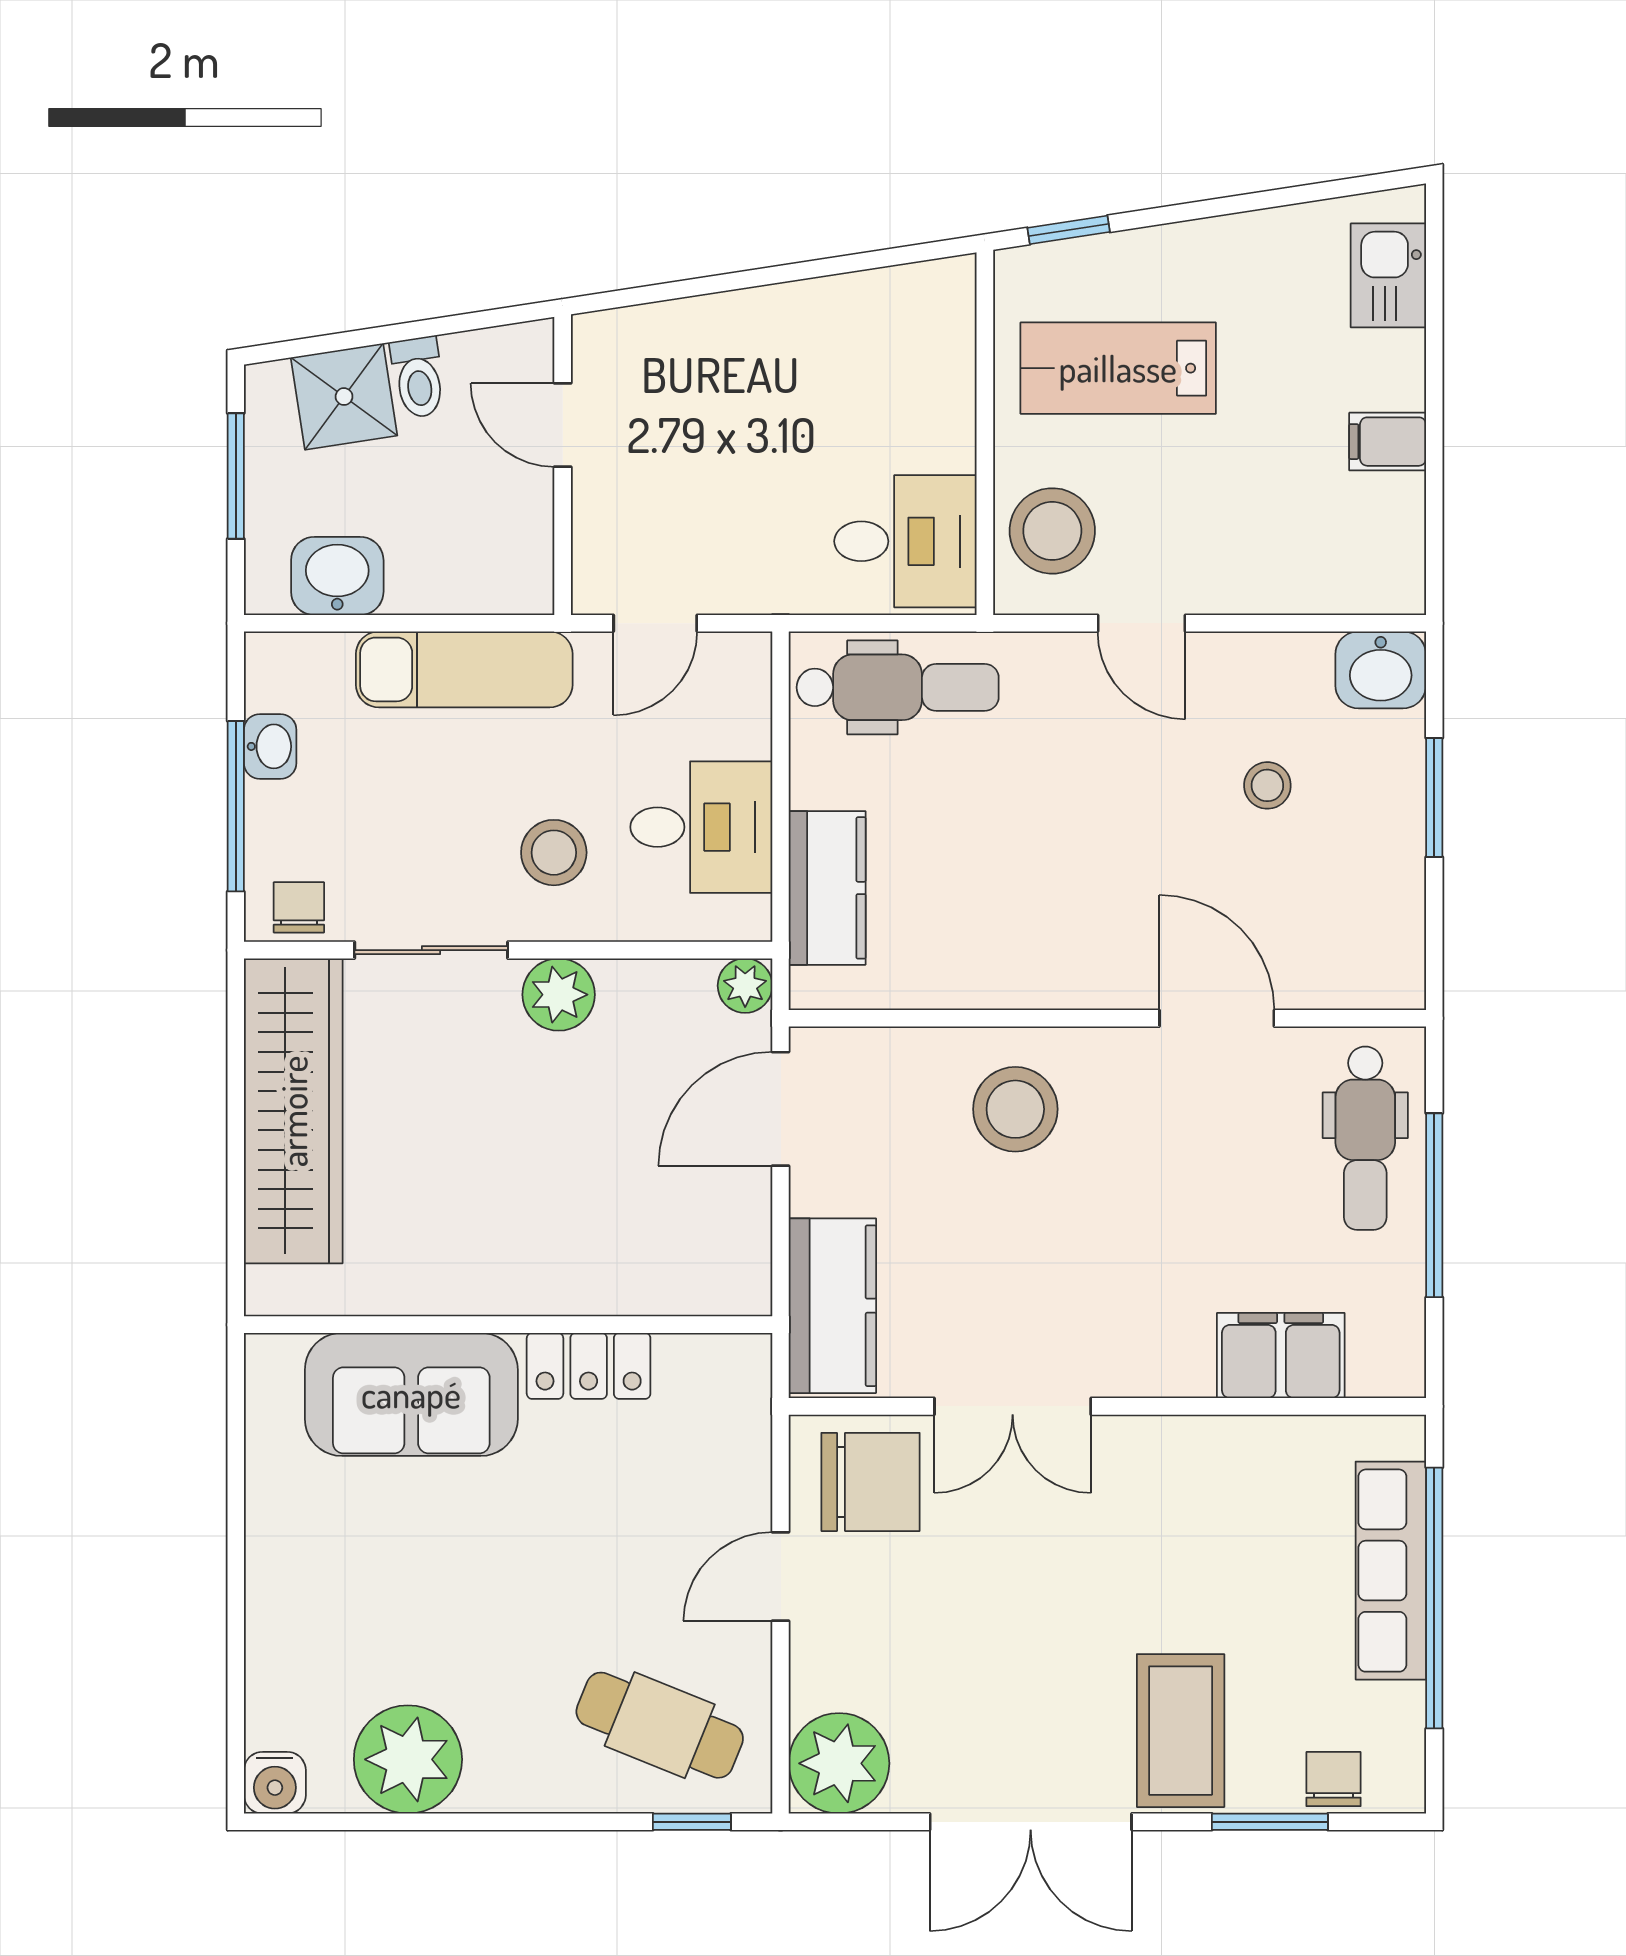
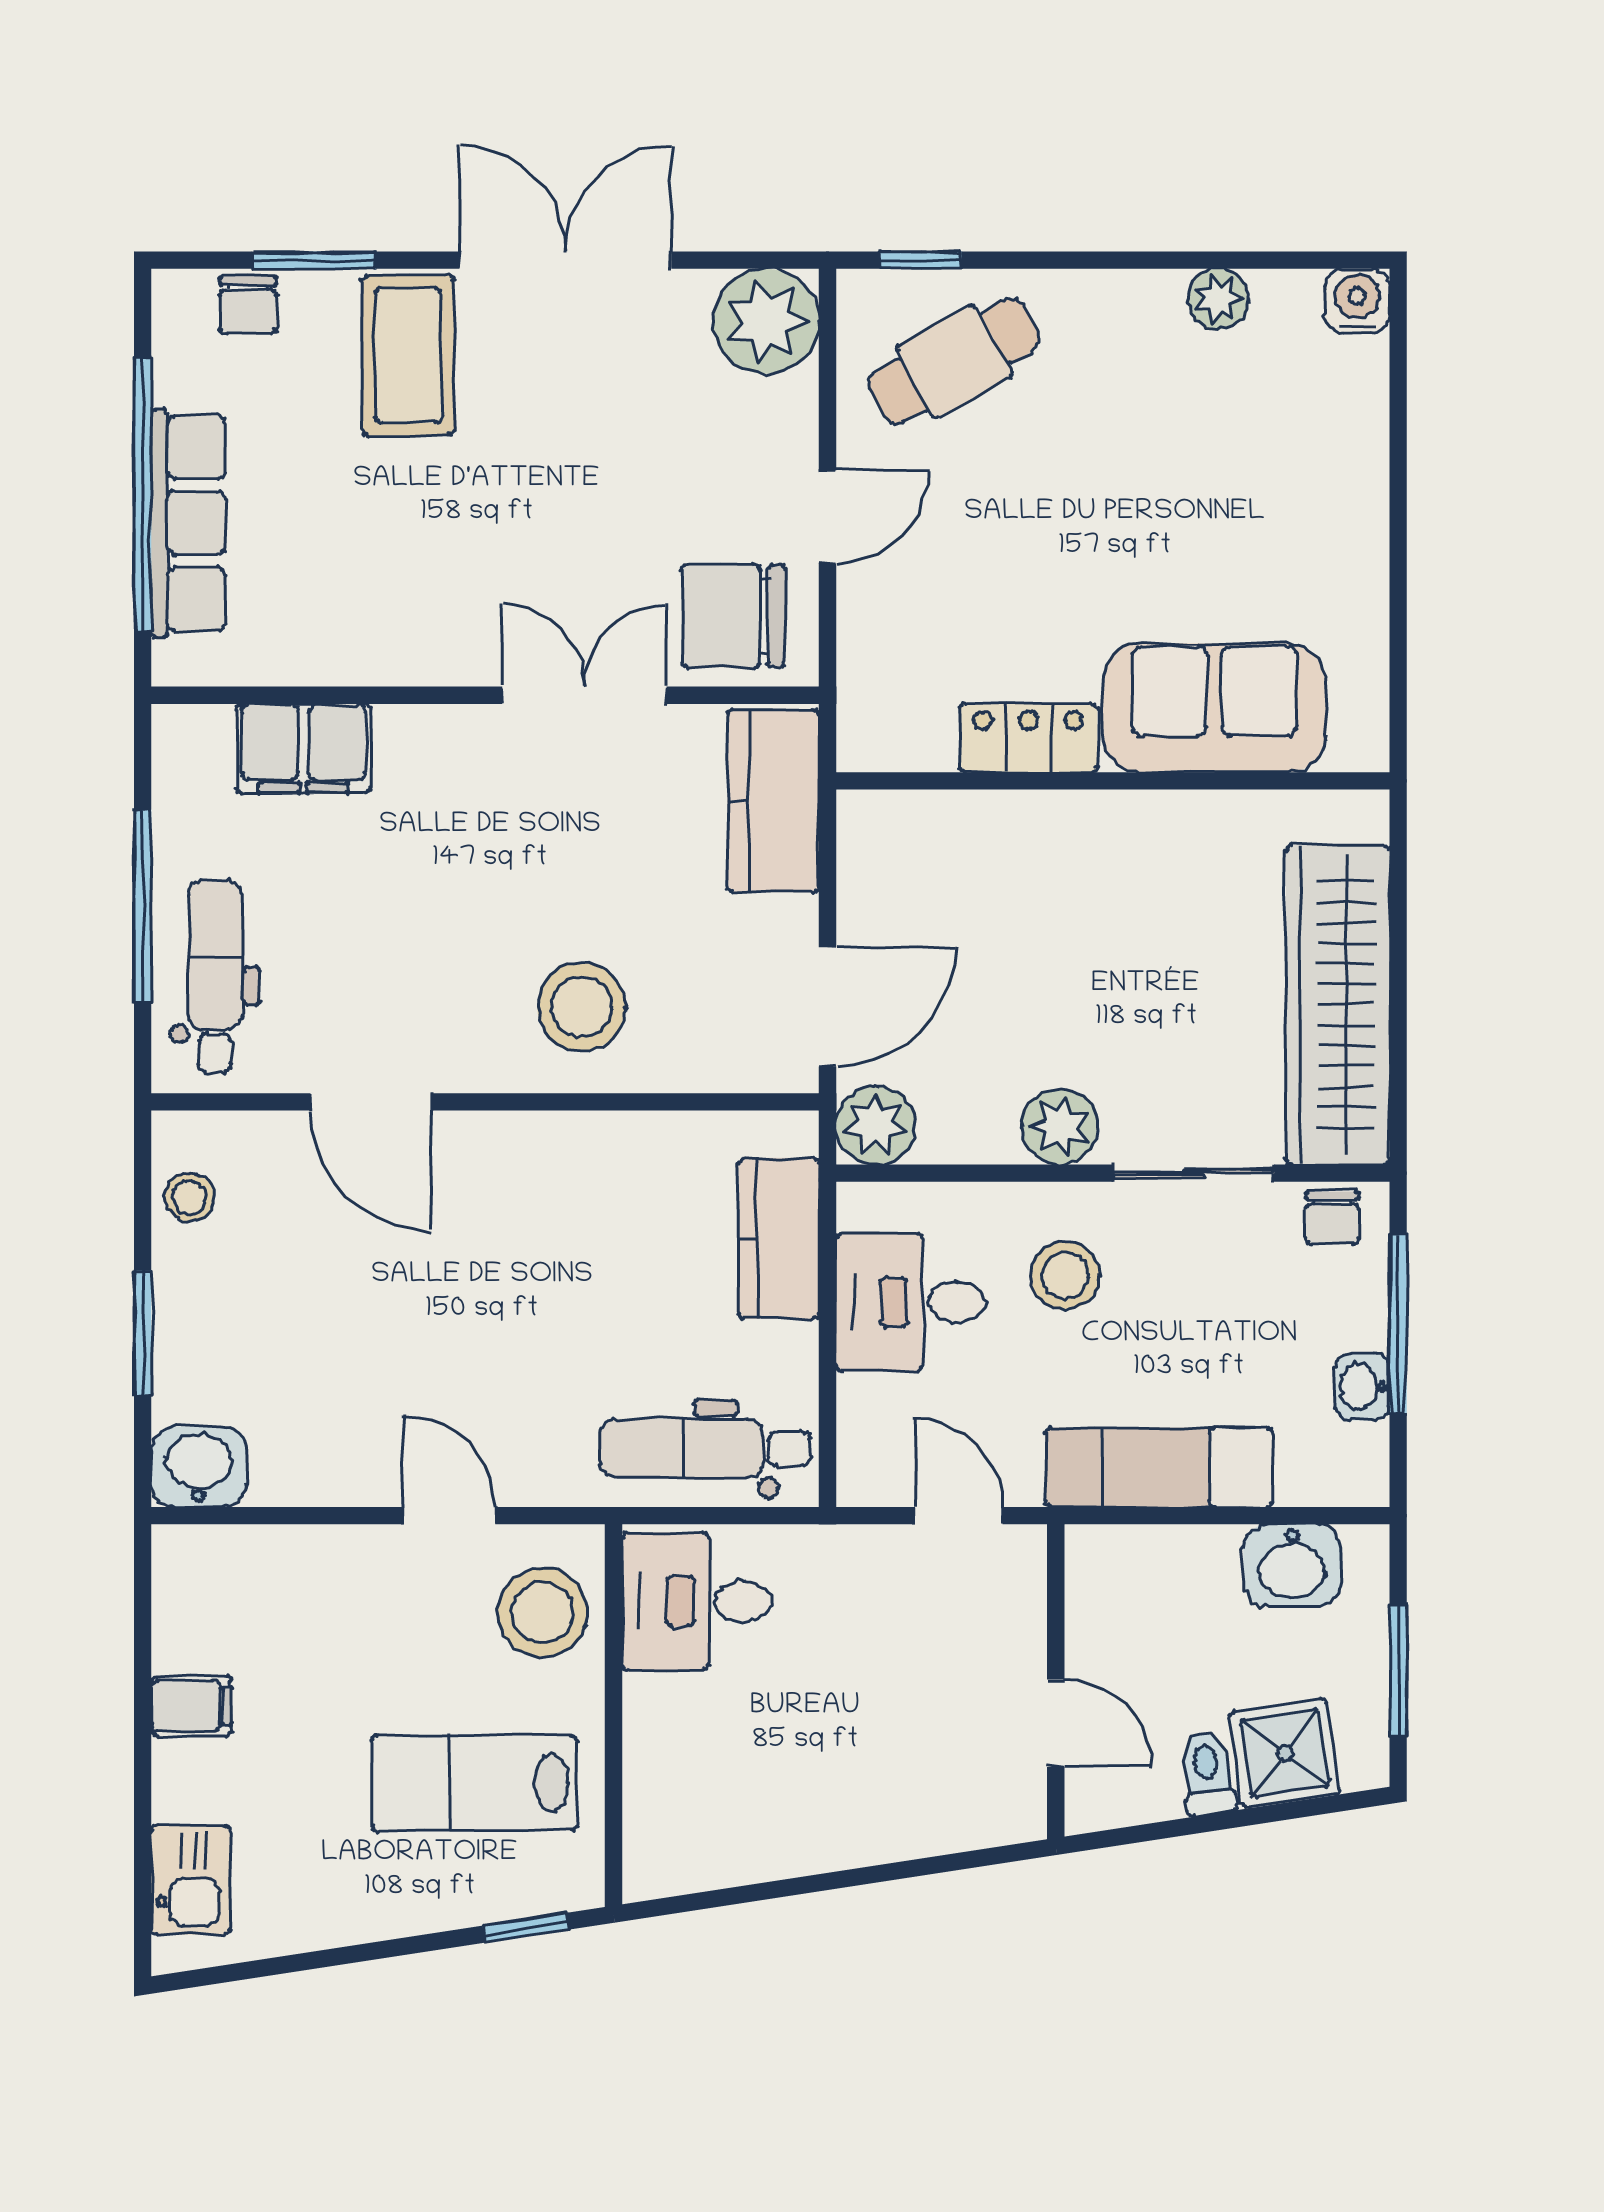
lab bench: (1118, 368) -> (474, 1783), turned 180
door: (655, 623) -> (959, 1516), hinge flipped
stool: (1267, 785) -> (189, 1197), moved
plant: (745, 986) -> (875, 1125), width x1.38, depth x1.38
cafe table: (660, 1725) -> (954, 361), turned -51
plant: (408, 1759) -> (1218, 299), width x0.53, depth x0.53

